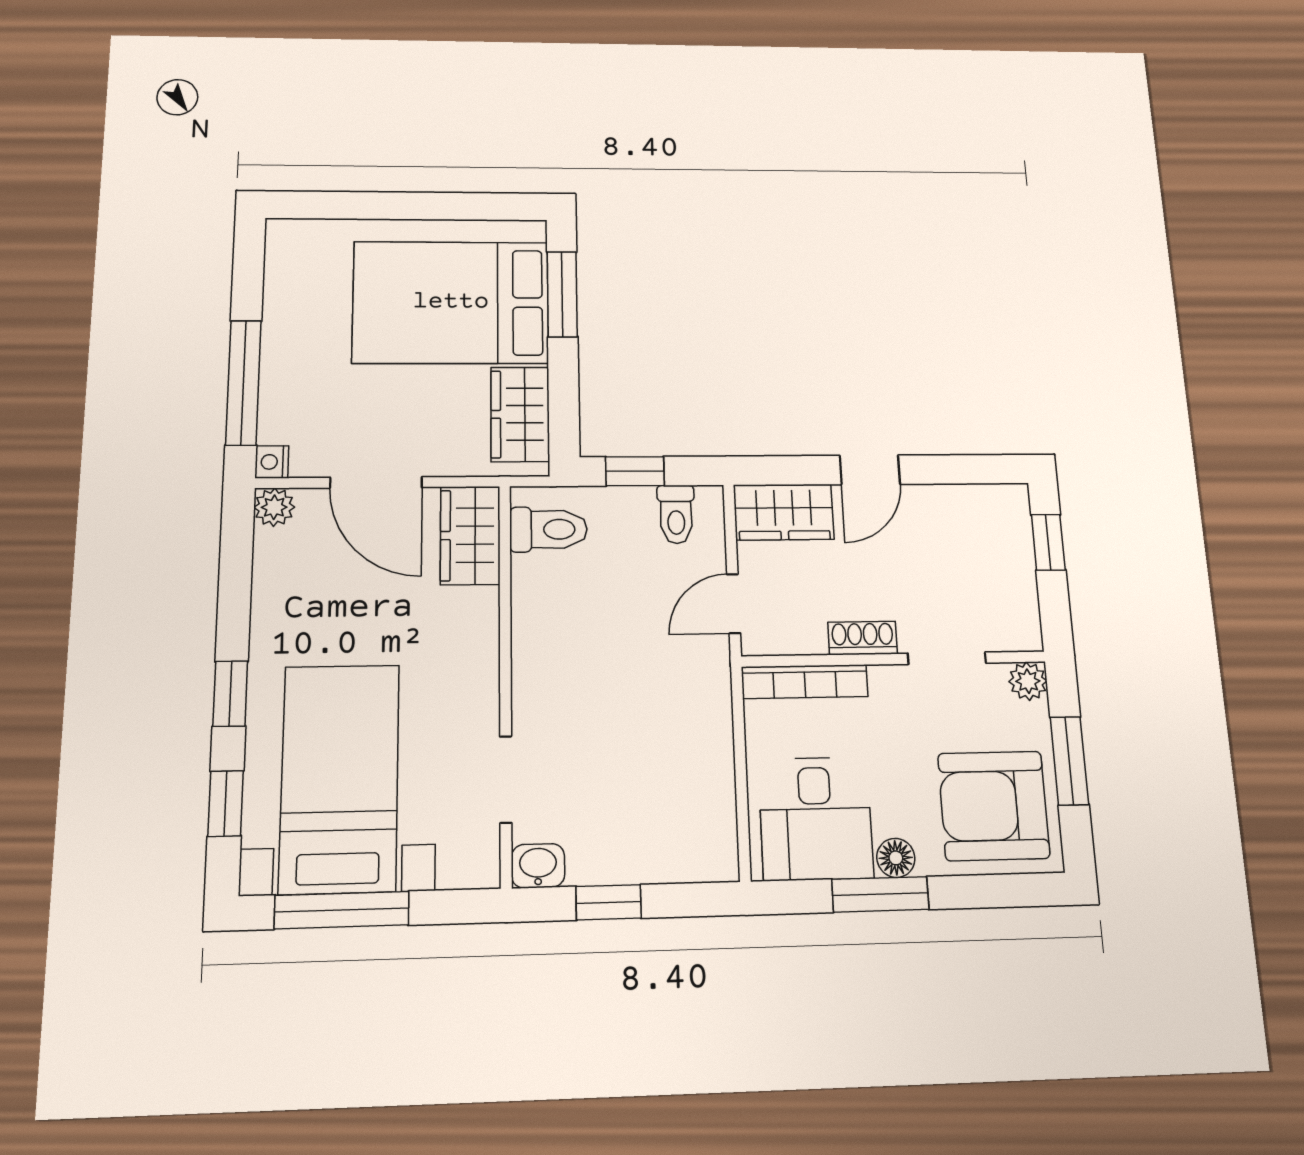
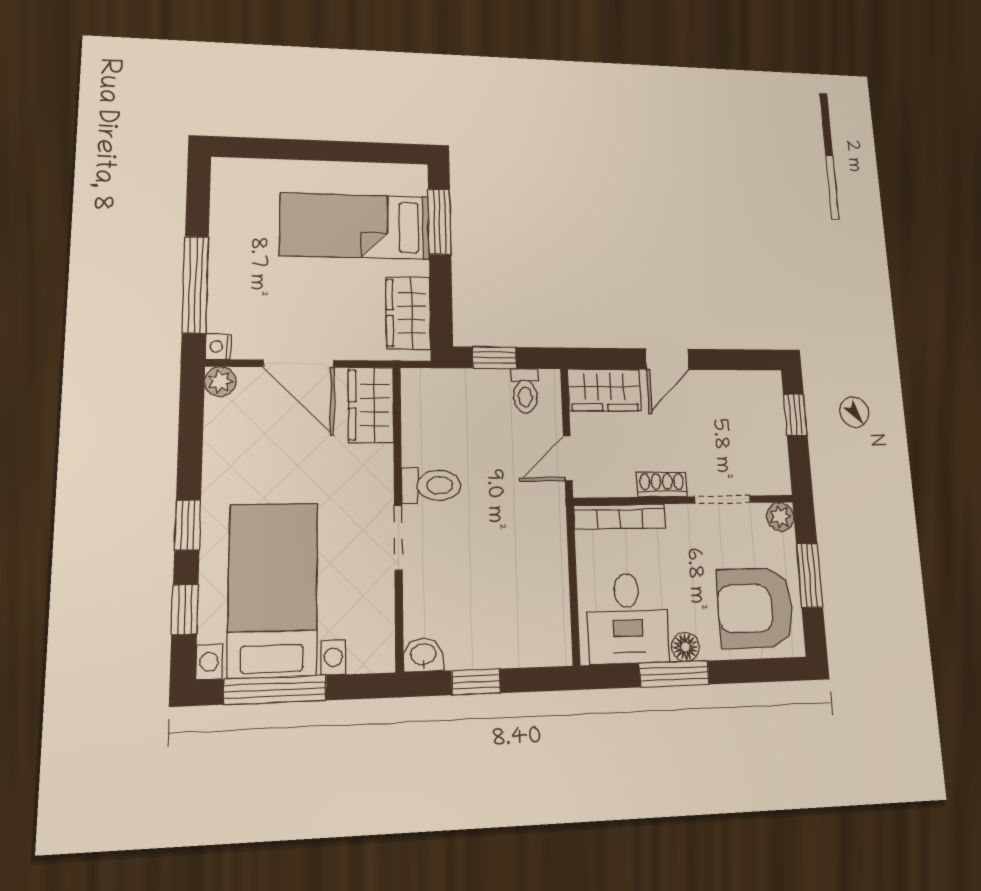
bed: (451, 302) -> (355, 226), width x0.67
toilet: (549, 529) -> (431, 485), moved
doorway: (506, 779) -> (398, 538), moved

